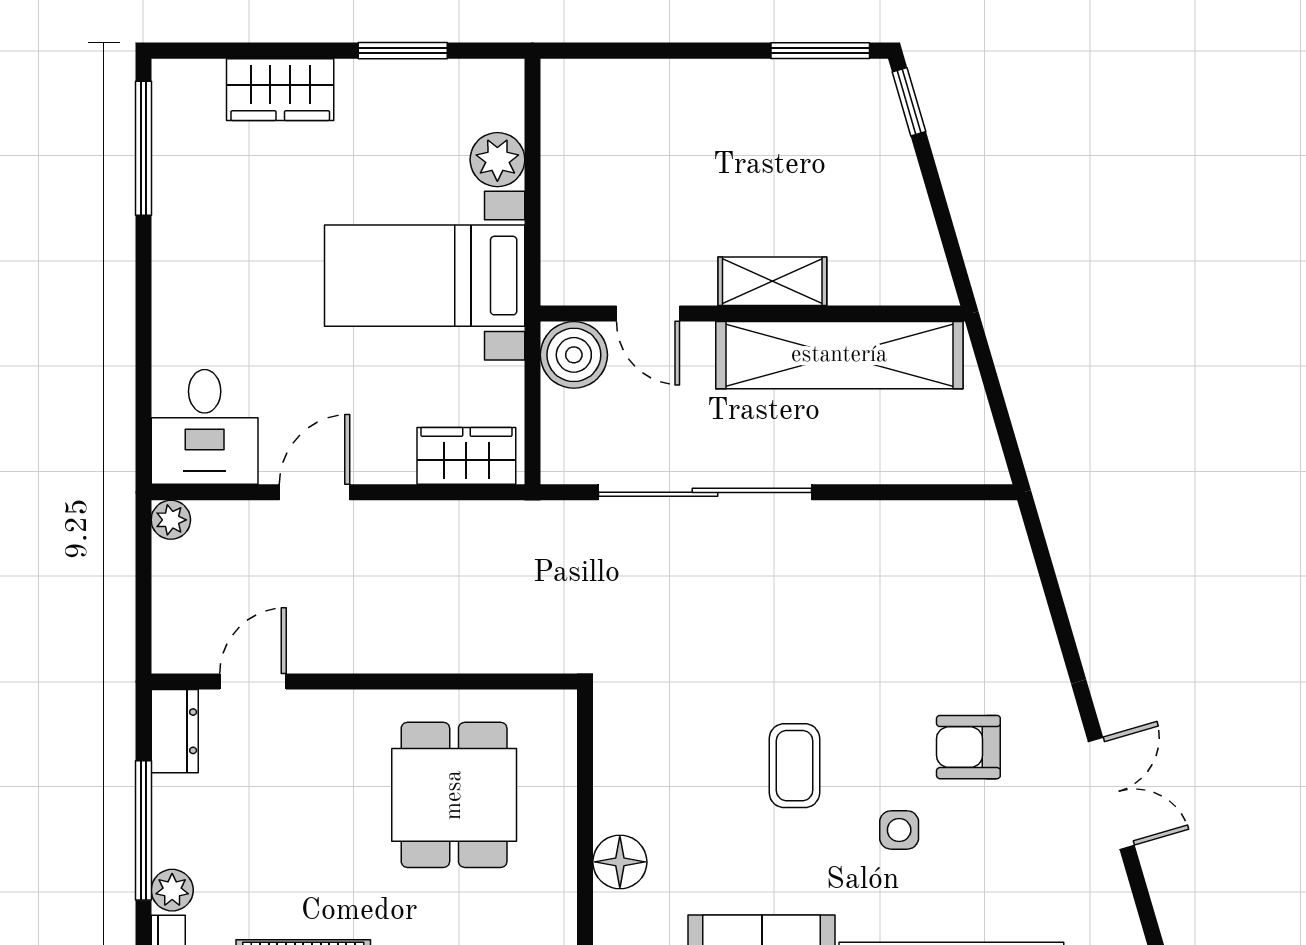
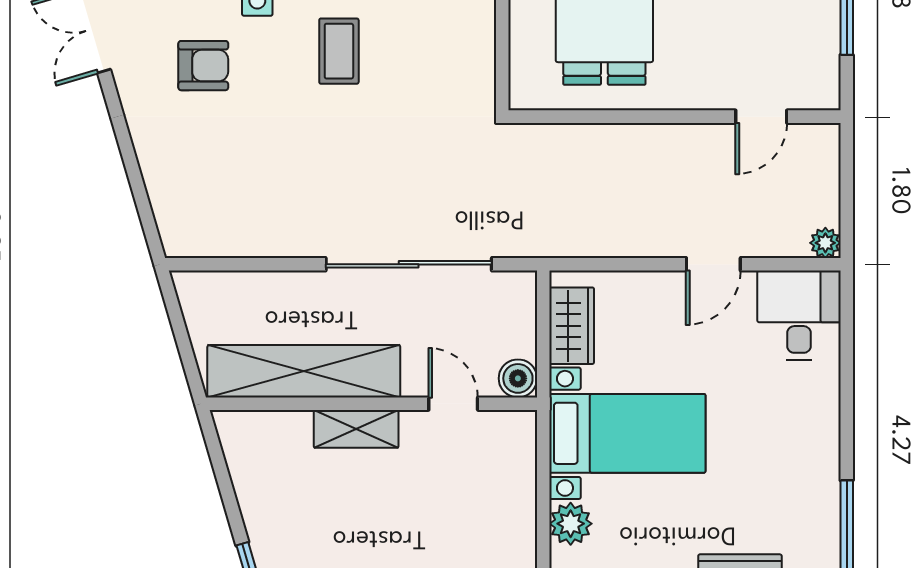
boiler: (574, 355) -> (518, 378), width x0.73, depth x0.73
wardrobe: (466, 456) -> (572, 326), moved, turned -90
dresser: (175, 731) -> (822, 78), removed

